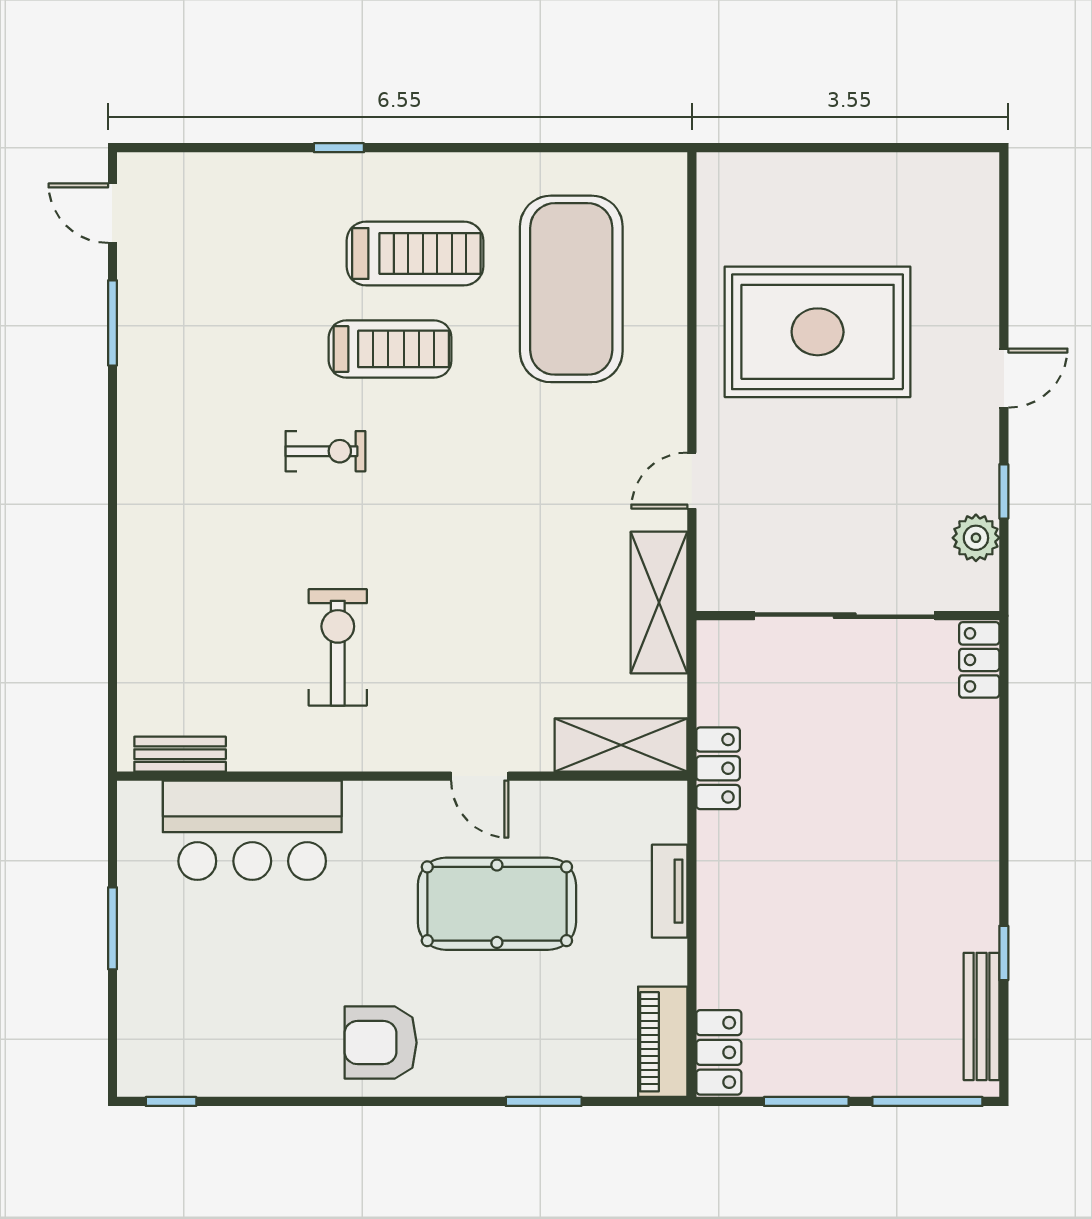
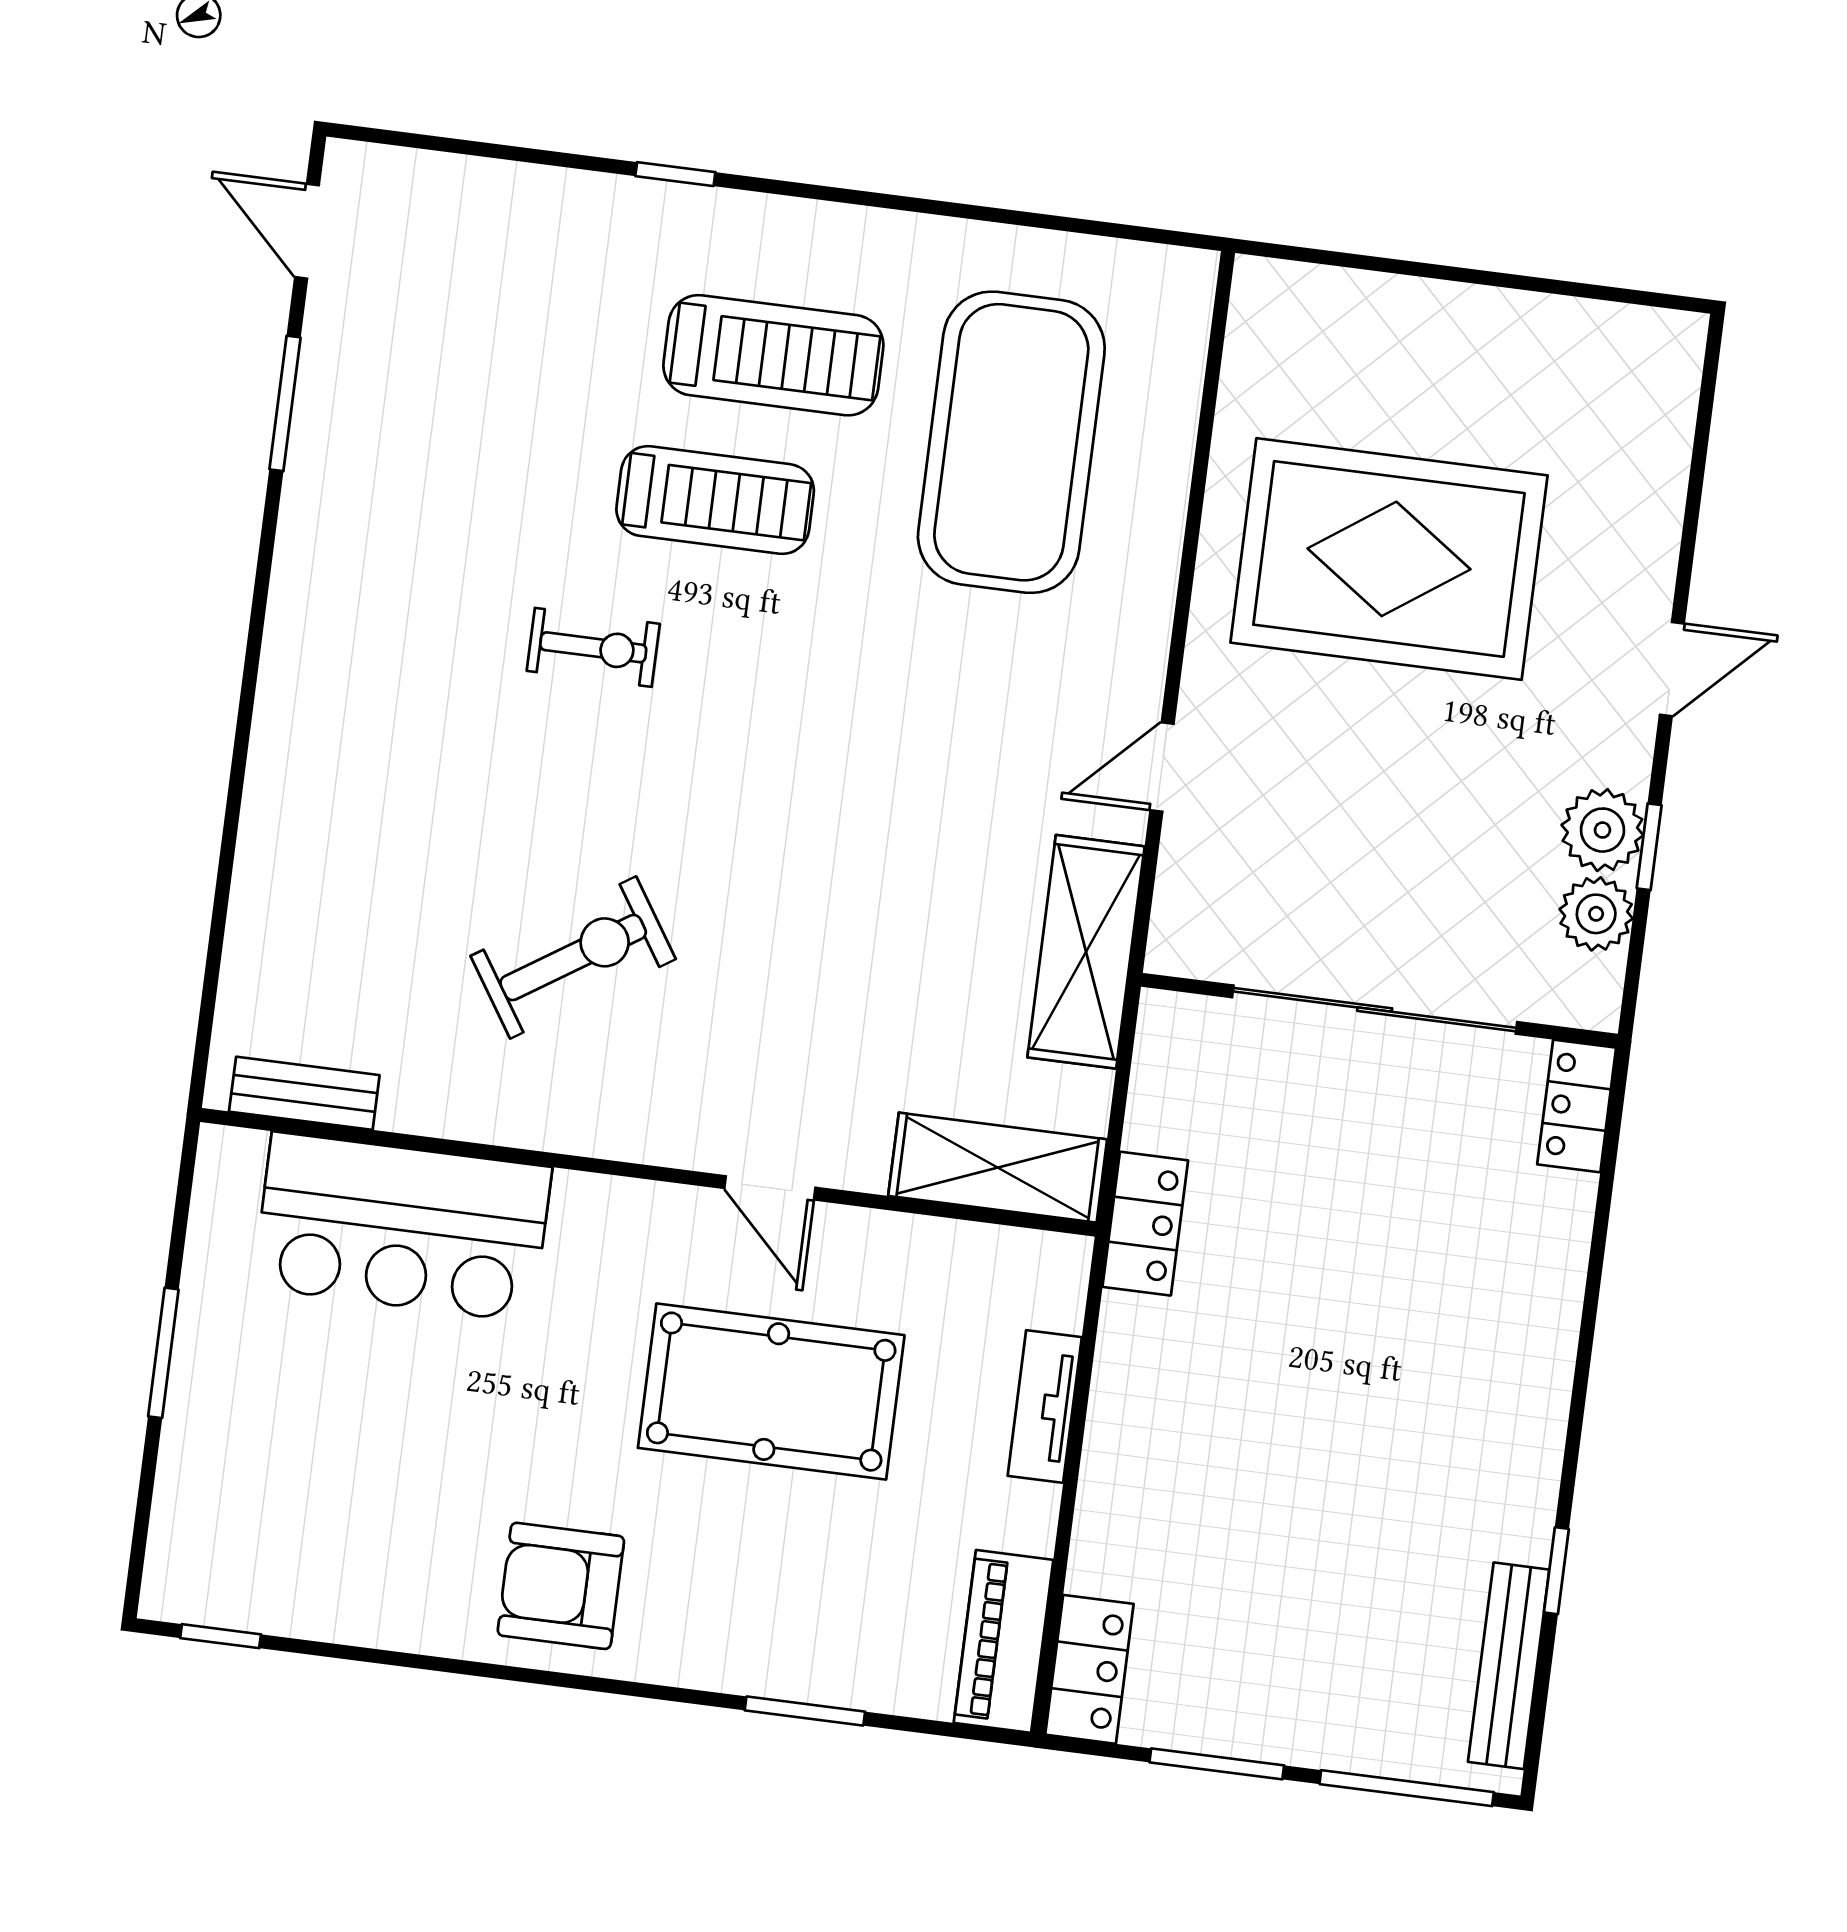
plant: (973, 485) -> (1602, 830), added
exercise bike: (338, 647) -> (573, 958), turned 57

